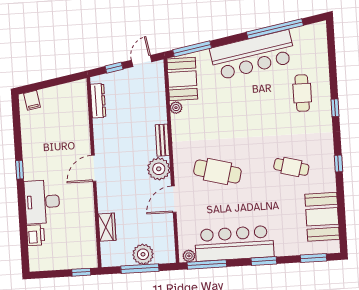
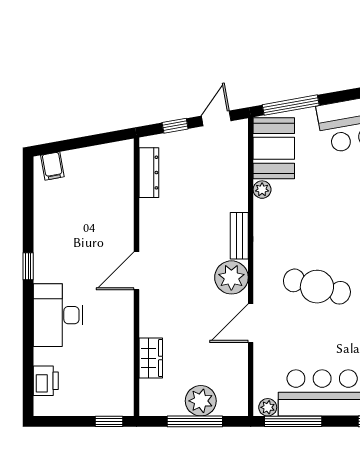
printer: (36, 235) -> (46, 381), moved

